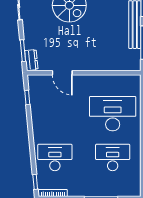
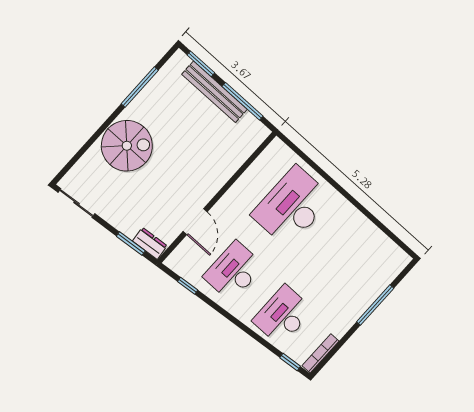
door: (62, 73) -> (195, 222), hinge flipped
desk: (113, 158) -> (234, 271), moved

